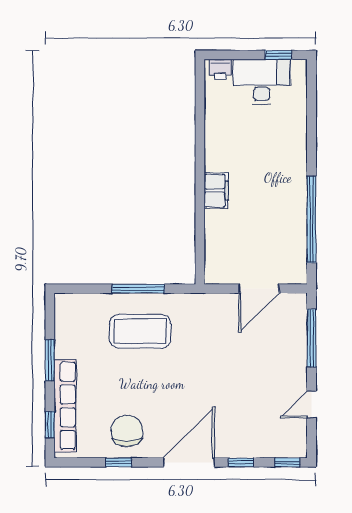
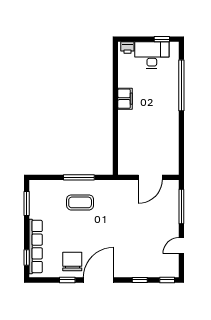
filing cabinet: (216, 191) -> (125, 99), moved
window: (311, 219) -> (181, 85), moved
coffee table: (140, 331) -> (80, 202), width x0.73, depth x0.76
window: (50, 360) -> (27, 203), moved
door: (189, 462) -> (99, 280), moved

